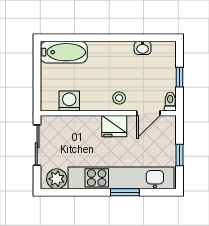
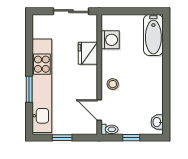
washbasin: (143, 48) -> (157, 122), moved
fridge: (114, 126) -> (88, 53), moved
plant: (57, 179) -> (41, 29), removed

